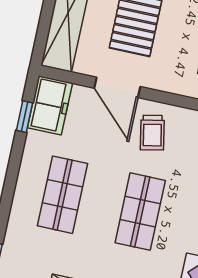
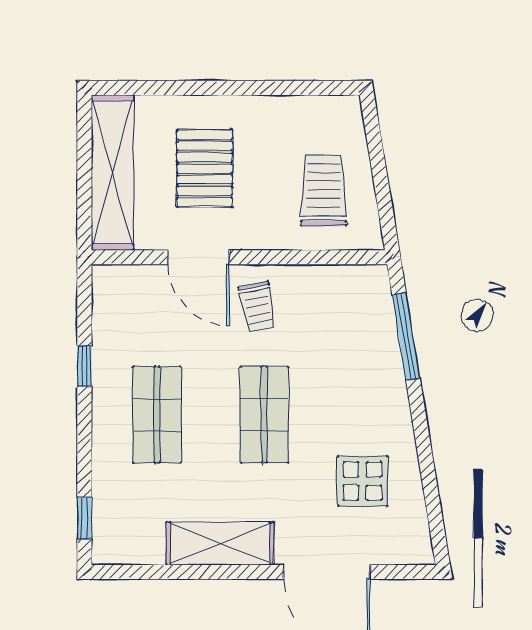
freezer: (50, 105) -> (115, 300), removed
window: (24, 117) -> (84, 366), moved

